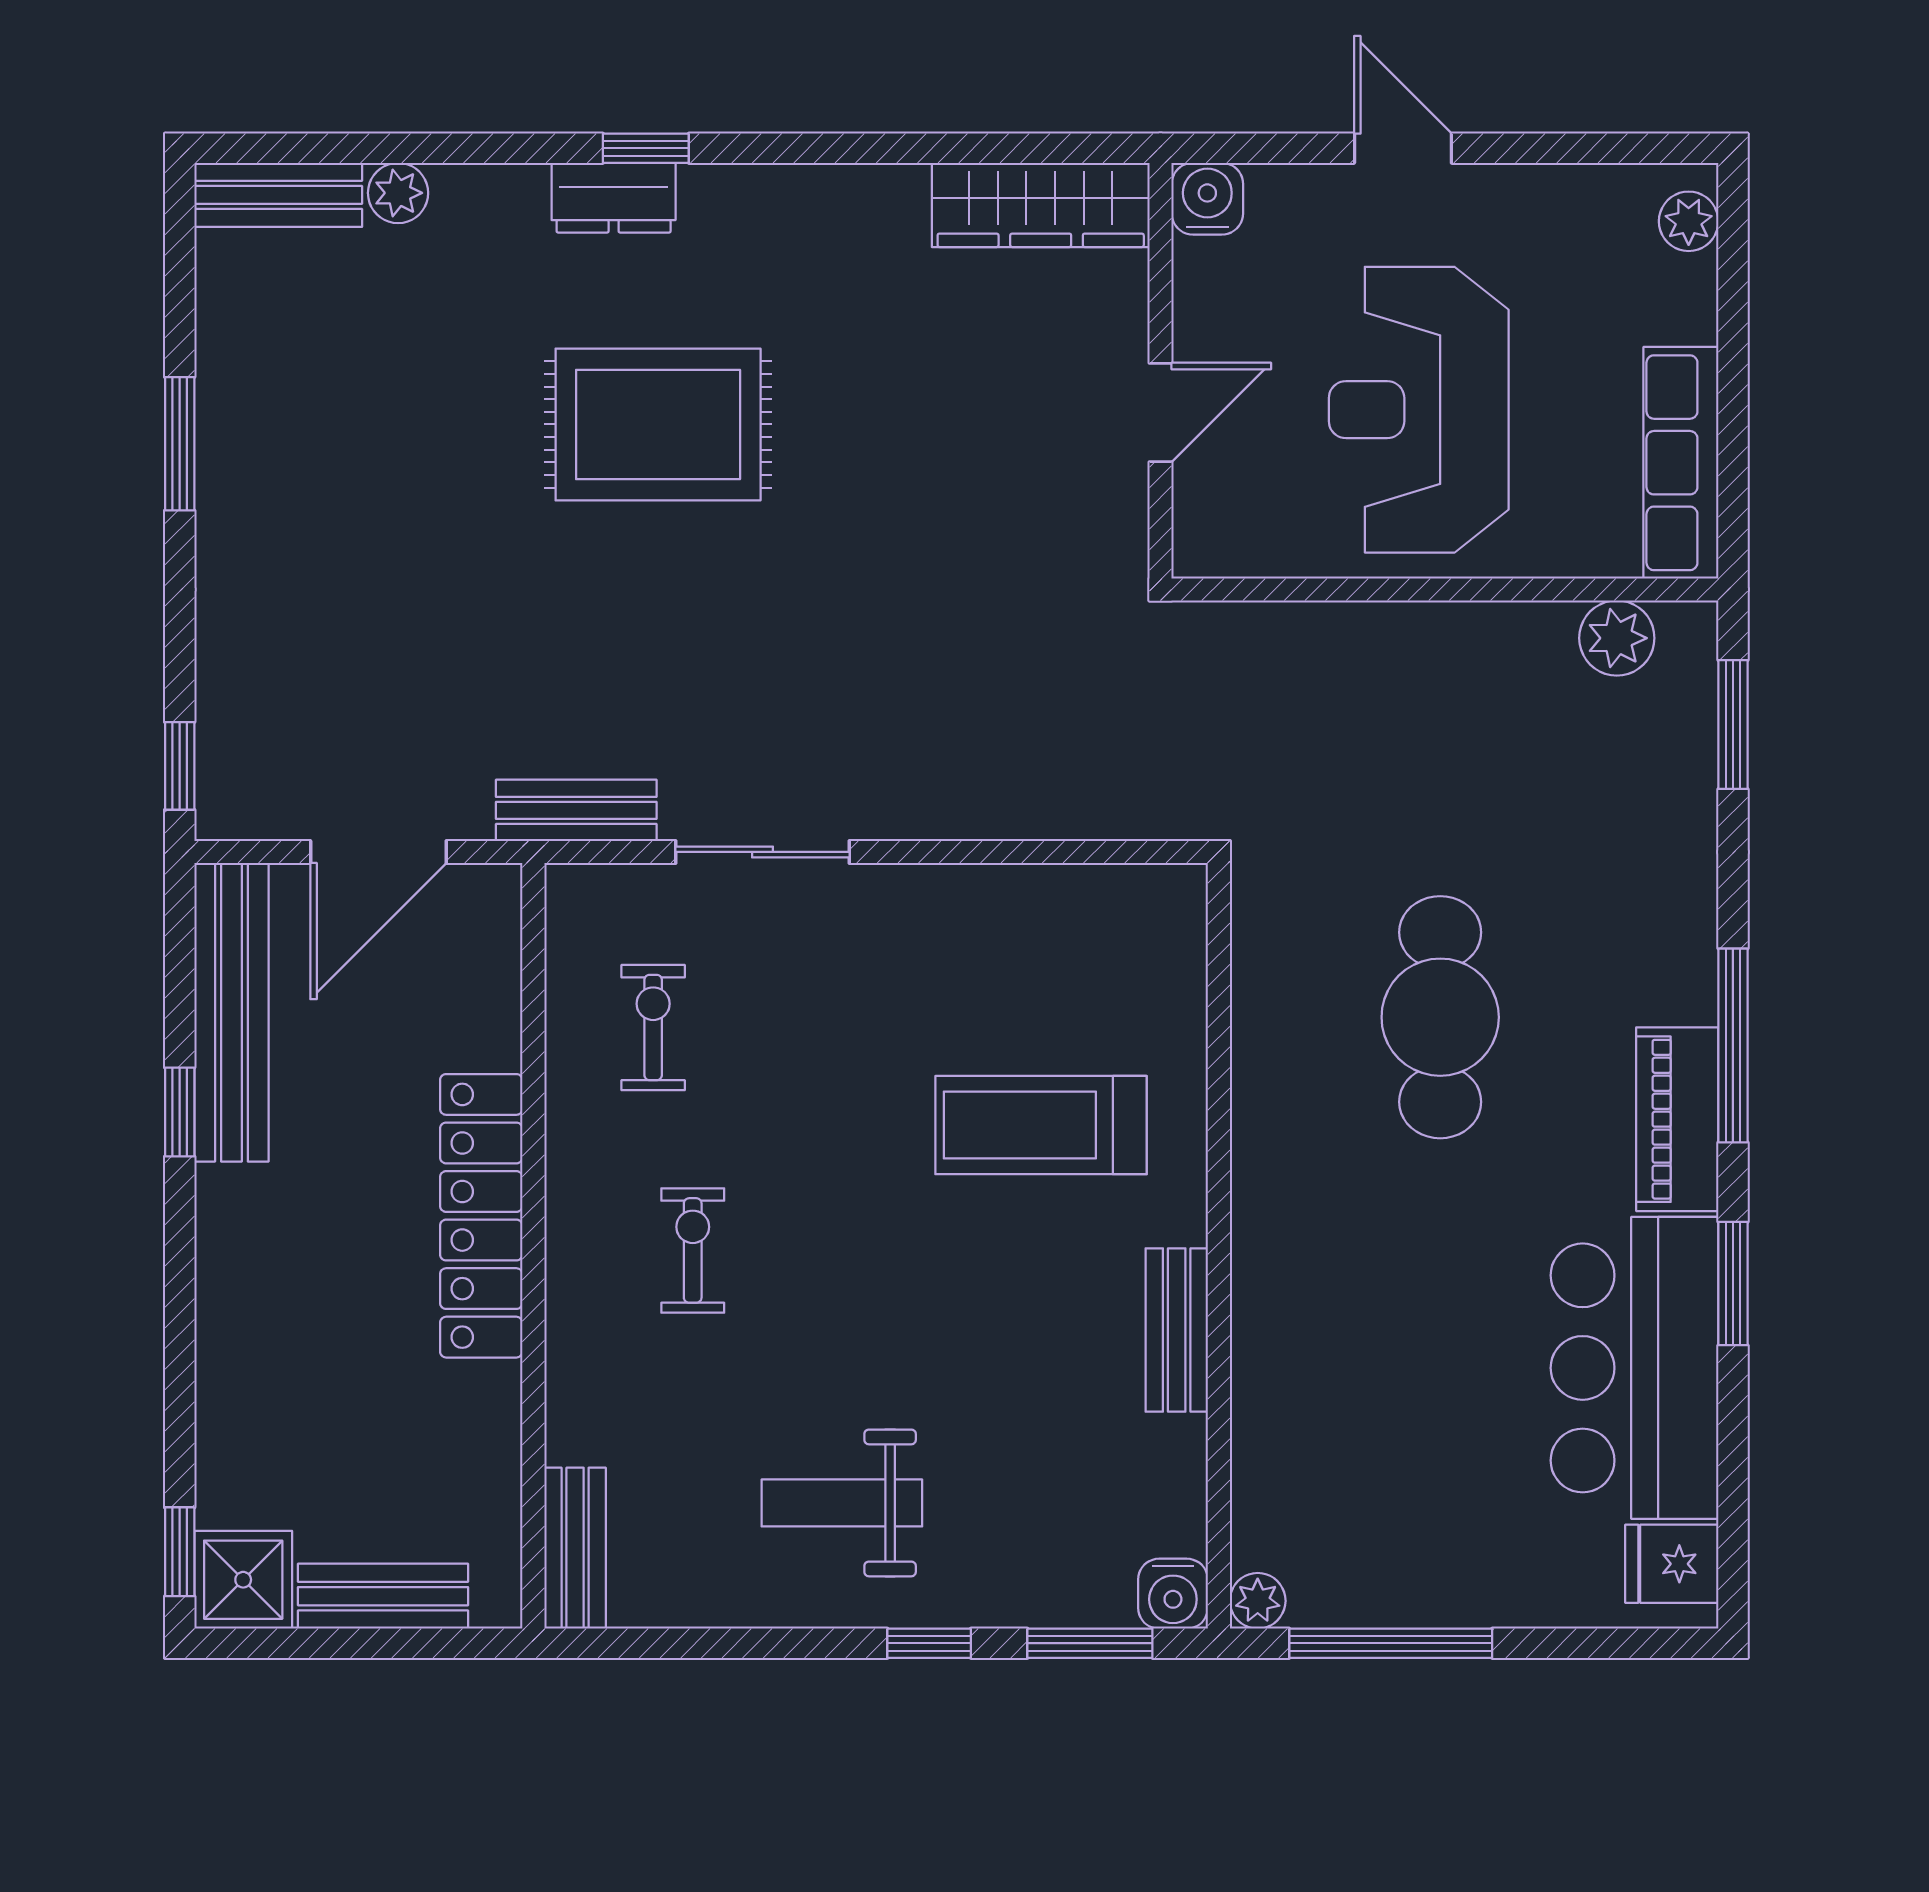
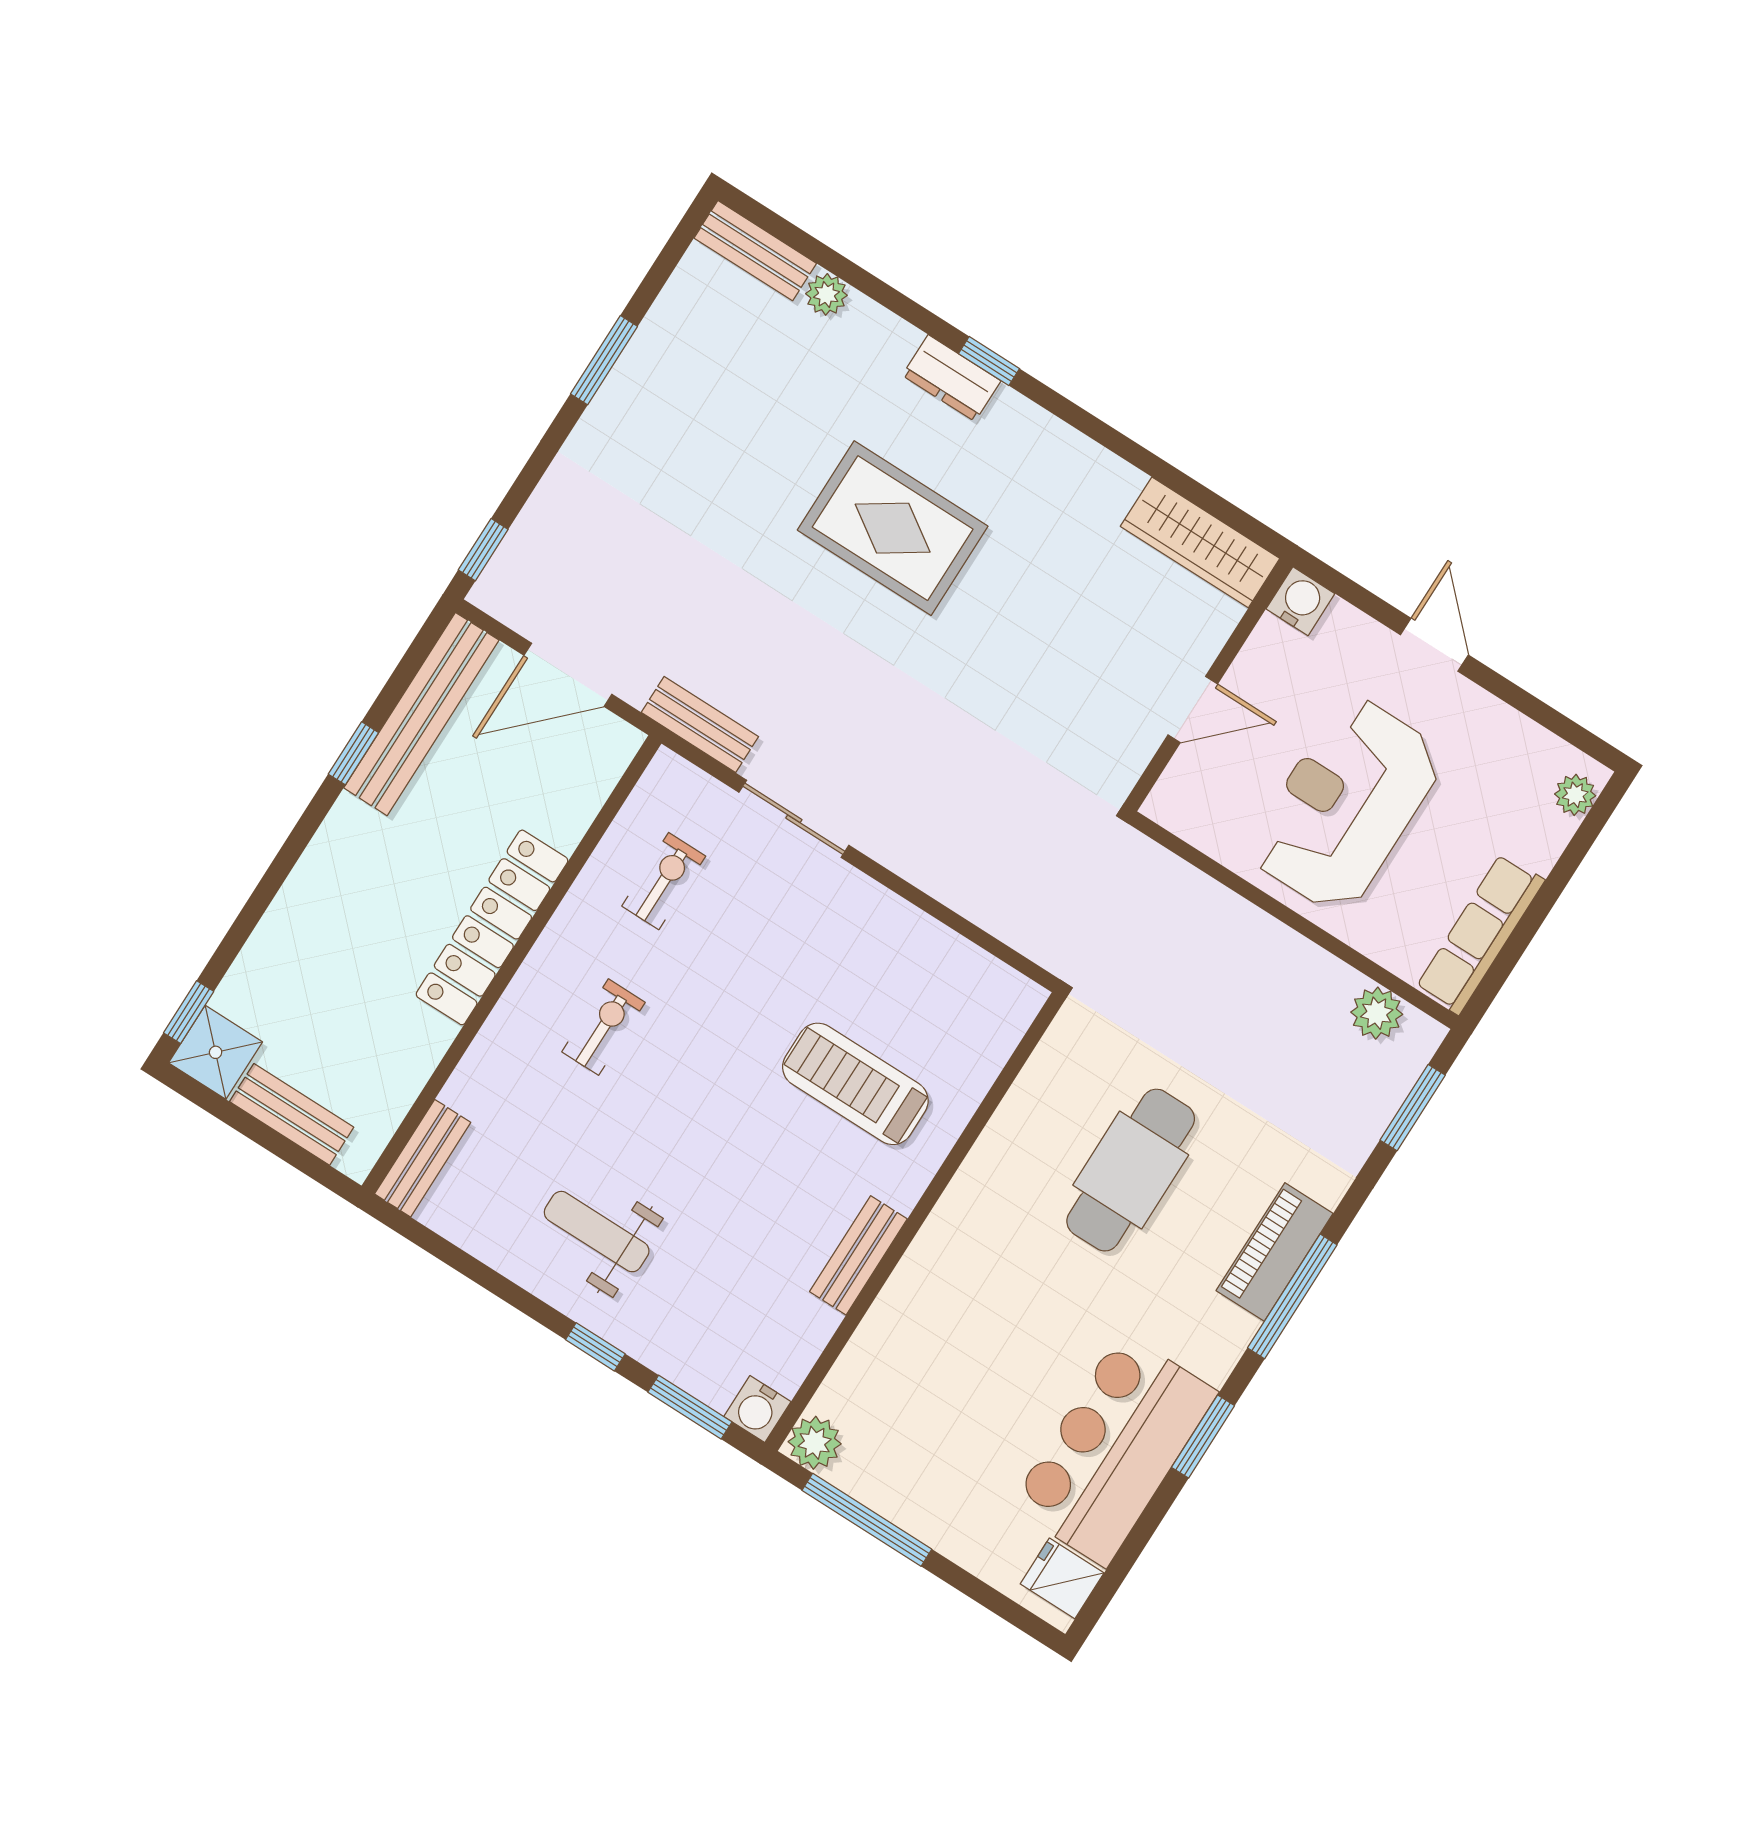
piano: (1677, 1119) -> (1275, 1252), moved
plant: (1258, 1601) -> (815, 1443), width x1.38, depth x1.38

